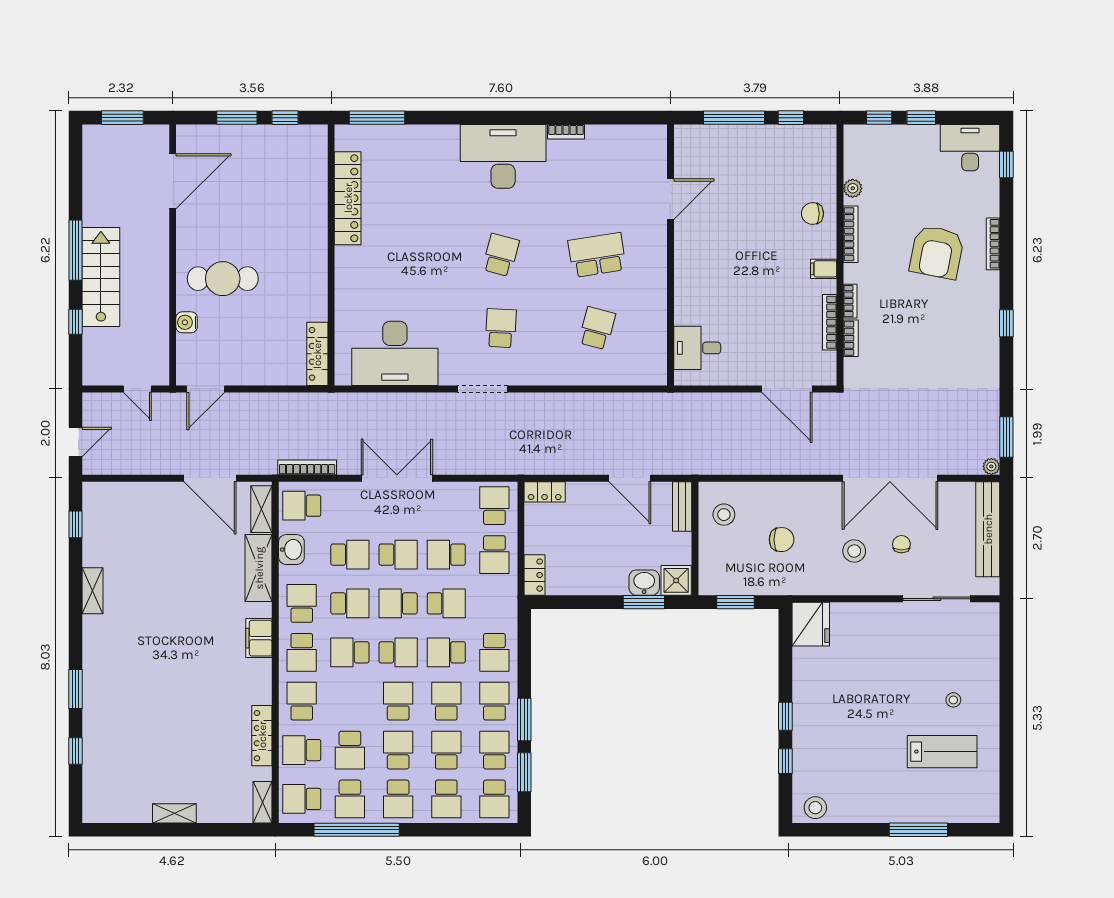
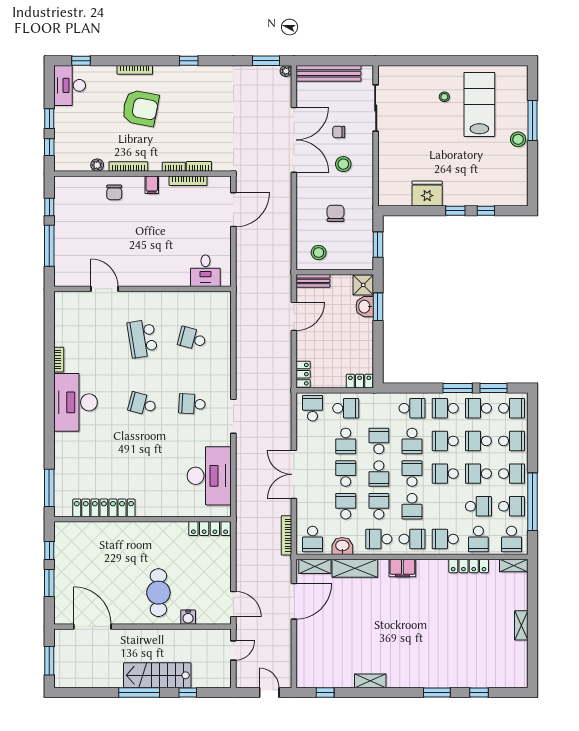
school desk: (494, 506) -> (313, 408), turned 90
fridge: (811, 624) -> (427, 194), moved
lab bench: (942, 752) -> (479, 104), width x1.36, depth x1.39
stool: (815, 808) -> (518, 139), moved

